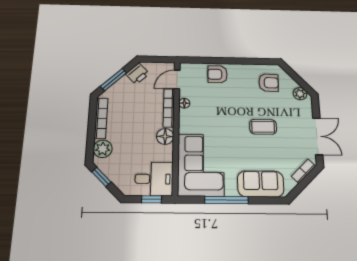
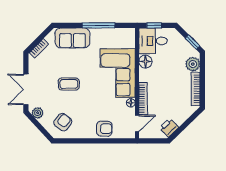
window: (114, 80) -> (188, 122), removed
armchair: (269, 83) -> (63, 122), turned 125
floor lamp: (165, 136) -> (145, 62), moved
double door: (318, 136) -> (26, 89), moved
corner sofa: (201, 165) -> (118, 73), moved

